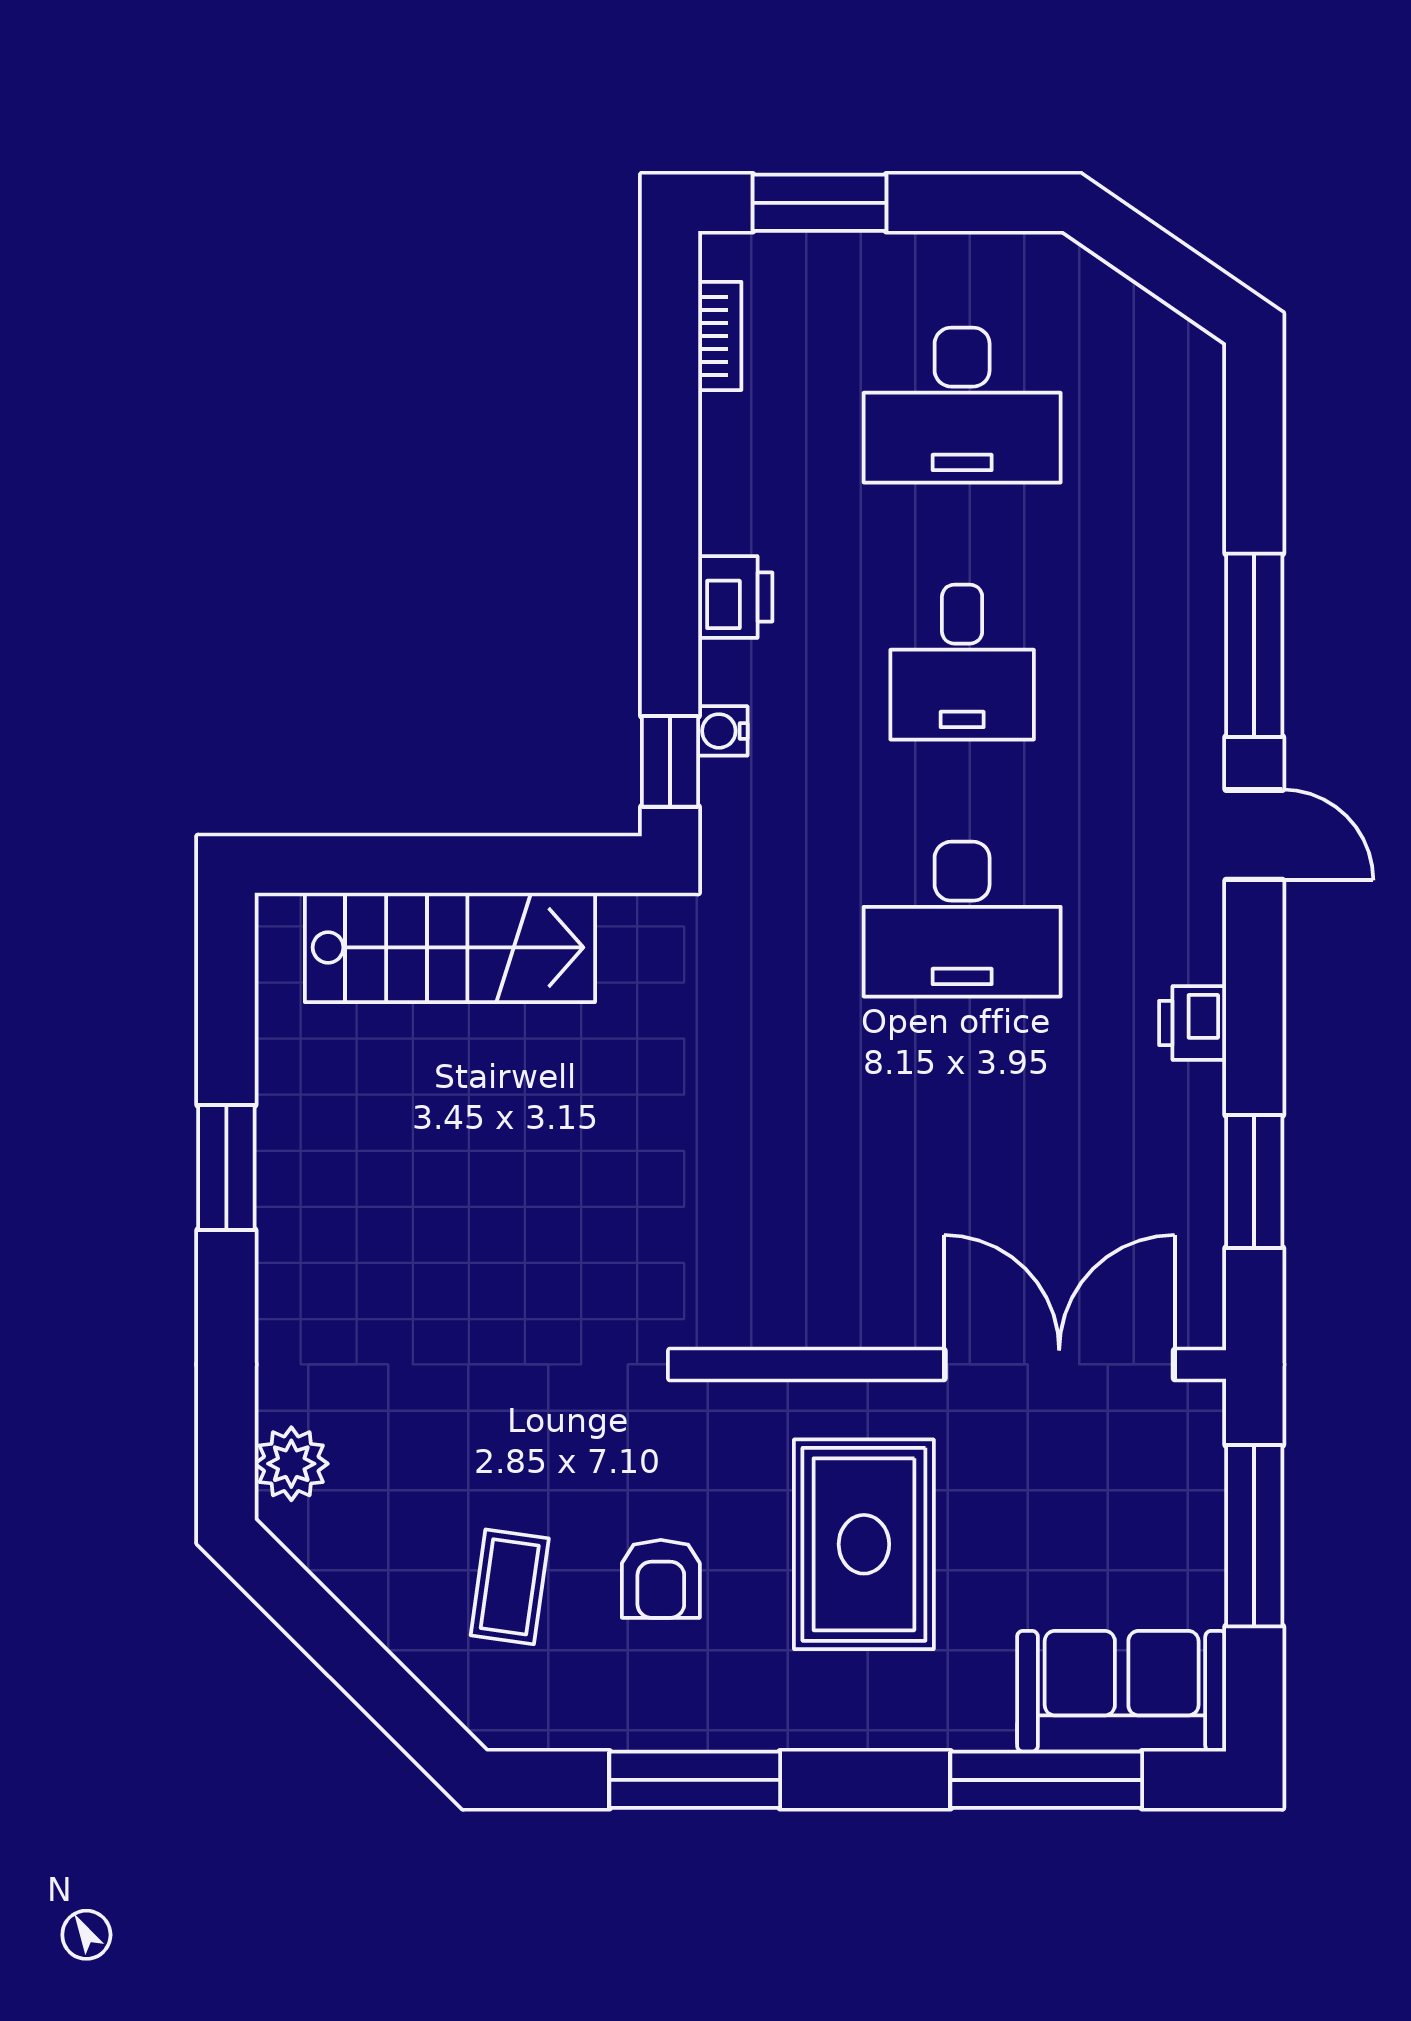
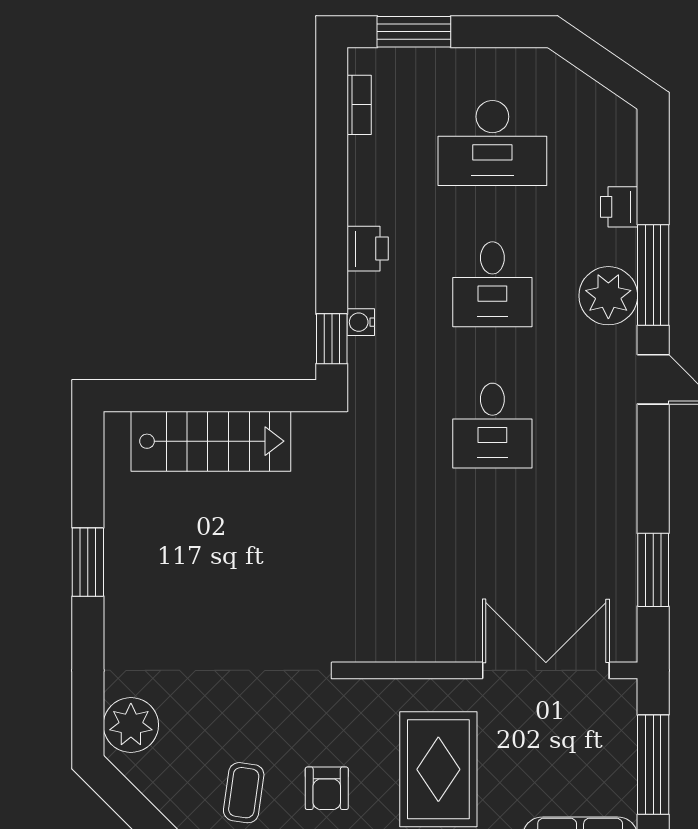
plant: (1173, 683) -> (608, 296), added
desk: (962, 919) -> (492, 426), width x0.73
printer: (1193, 1023) -> (619, 207), moved
plant: (291, 1464) -> (131, 725), width x1.36, depth x1.36

